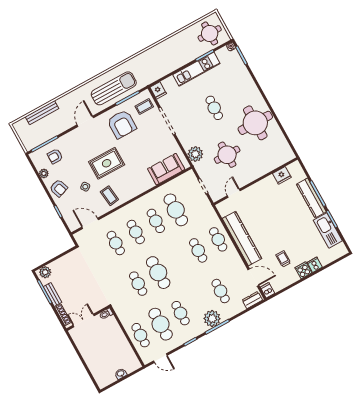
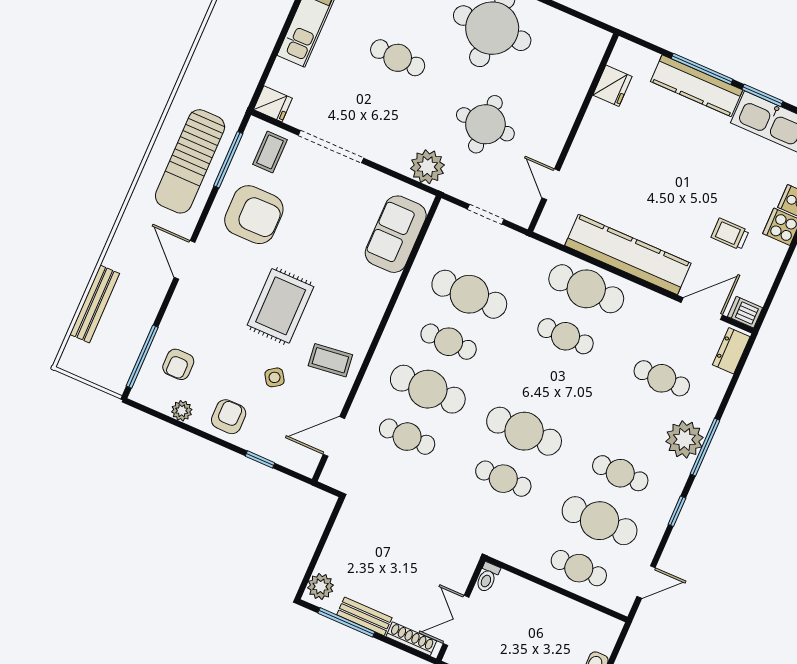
sun lounger: (114, 88) -> (190, 161), turned 180
armchair: (59, 188) -> (229, 417), turned -71
cafe table: (136, 232) -> (428, 389), width x1.37, depth x1.35
cafe table: (218, 239) -> (586, 289), width x1.37, depth x1.35

